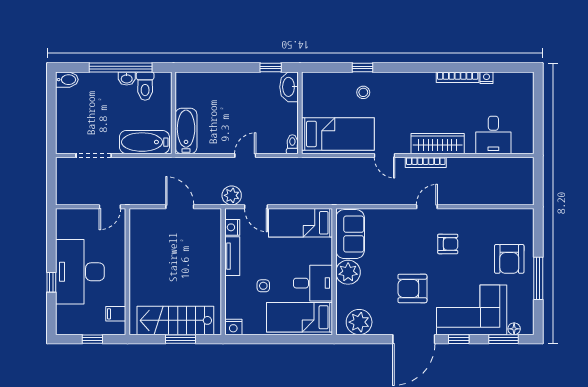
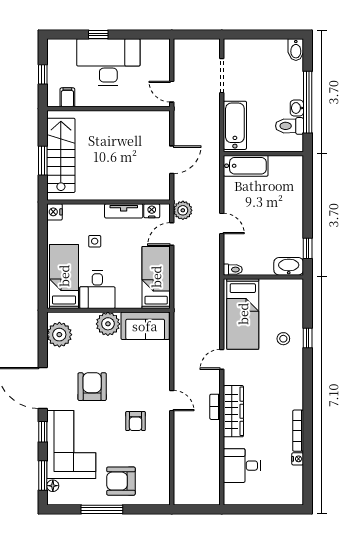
bookcase: (426, 162) -> (215, 407), width x0.64

